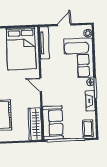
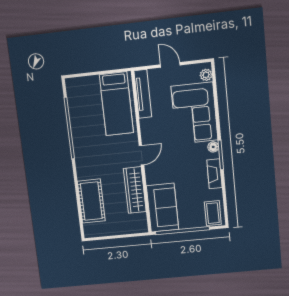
door: (64, 25) -> (170, 65), hinge flipped
bed: (21, 48) -> (116, 104), width x0.67
door: (41, 85) -> (141, 155), swing flipped
wardrobe: (35, 124) -> (135, 190), moved

